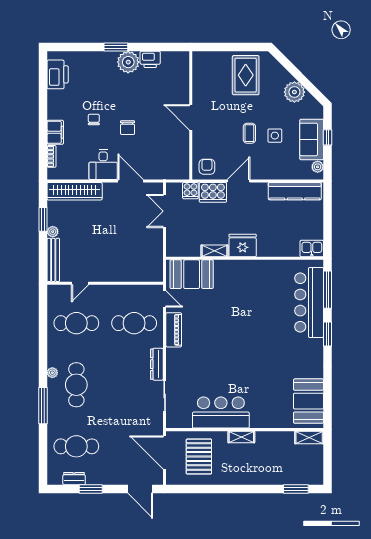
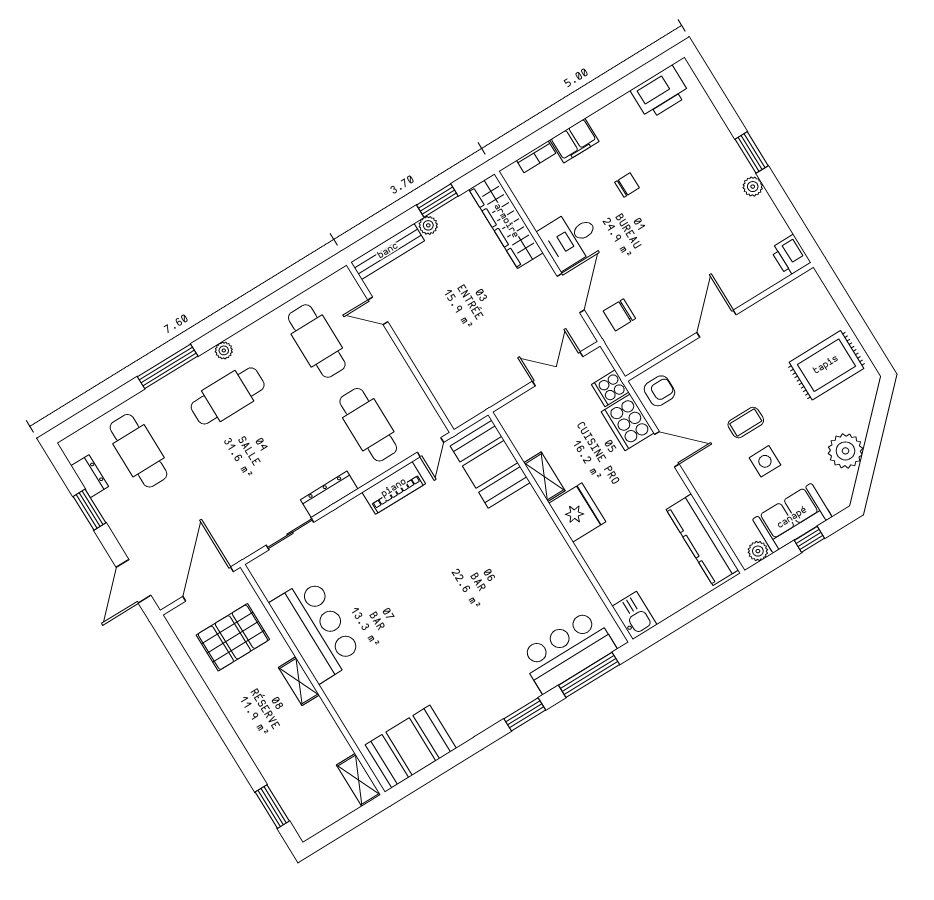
printer: (150, 59) -> (790, 256), moved
plant: (128, 62) -> (753, 187), width x0.53, depth x0.53
chair: (127, 128) -> (619, 315), moved
bar counter: (309, 303) -> (567, 651), width x0.73

